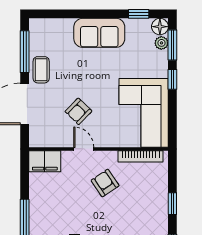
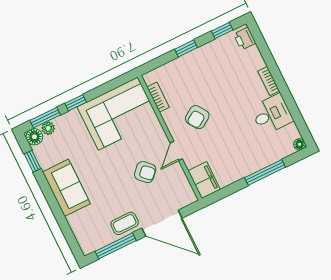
bookcase: (141, 156) -> (158, 97), width x0.64

